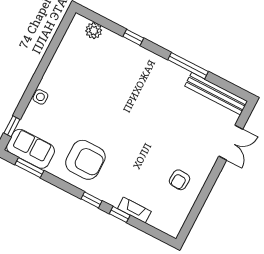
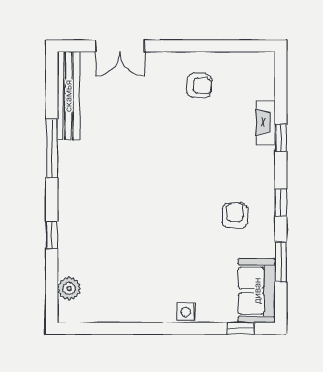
double door: (231, 143) -> (120, 46), swing flipped
armchair: (85, 160) -> (235, 215), width x0.53, depth x0.53
window: (29, 168) -> (281, 262), moved
window: (92, 200) -> (281, 203), moved

